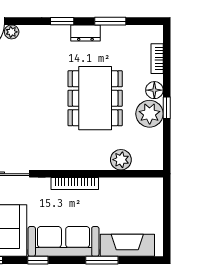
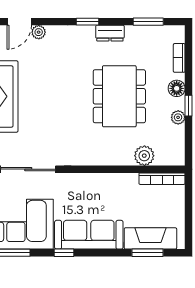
window: (110, 21) -> (148, 22), moved
plant: (150, 114) -> (178, 117), width x0.53, depth x0.53
bookcase: (75, 183) -> (162, 179), moved
window: (102, 260) -> (148, 253), moved

